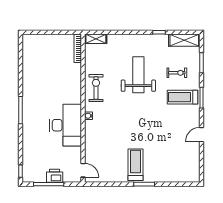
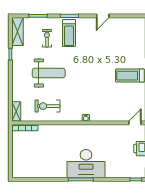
weight bench: (138, 75) -> (49, 73), turned 180
exercise bike: (96, 88) -> (47, 106), moved
desk: (66, 125) -> (86, 164), moved, turned 180
door: (201, 135) -> (103, 16), hinge flipped

